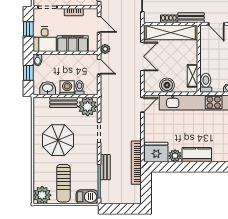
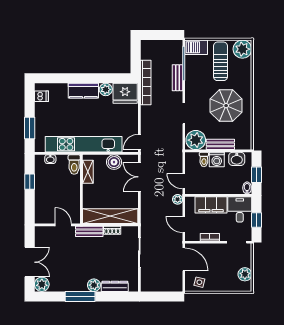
double door: (142, 56) -> (139, 177), moved

